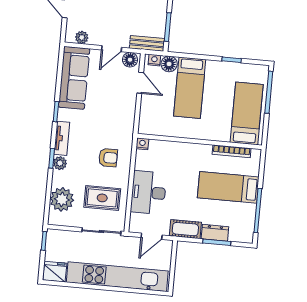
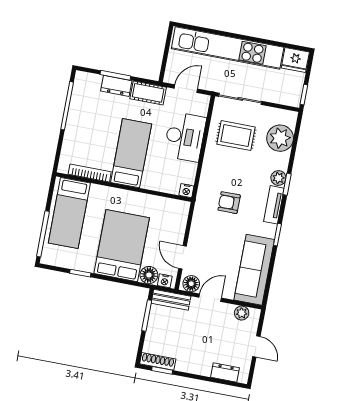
bed: (190, 88) -> (122, 246), width x1.50
armchair: (108, 158) -> (229, 203), moved
bed: (228, 187) -> (131, 153), moved, turned -90

